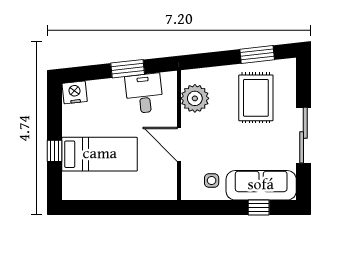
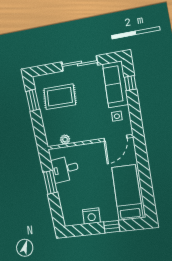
nightstand: (75, 92) -> (91, 216), moved, turned -84
plant: (195, 98) -> (65, 139), width x0.53, depth x0.53
door: (179, 144) -> (115, 138), moved
bed: (100, 154) -> (127, 192), moved

